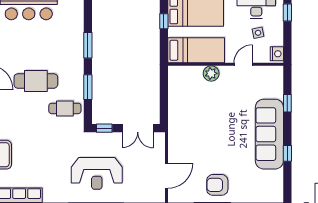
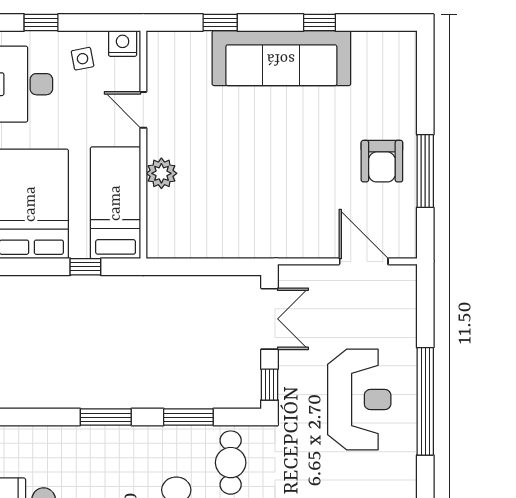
window: (164, 21) -> (85, 267), moved
side table: (258, 33) -> (83, 59), moved

